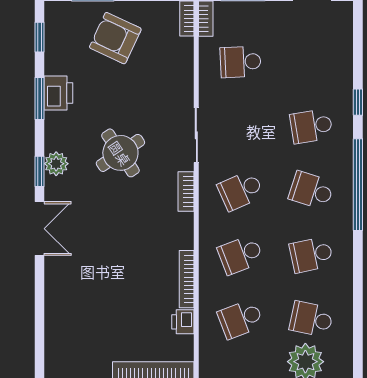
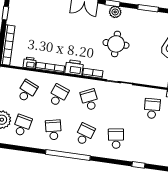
printer: (58, 93) -> (74, 67), moved, turned 180
window: (358, 102) -> (138, 165), moved
round table: (120, 153) -> (116, 44), turned 34
window: (358, 185) -> (68, 155), moved
school desk: (241, 255) -> (58, 95), turned 42
school desk: (241, 319) -> (27, 91), turned 45

